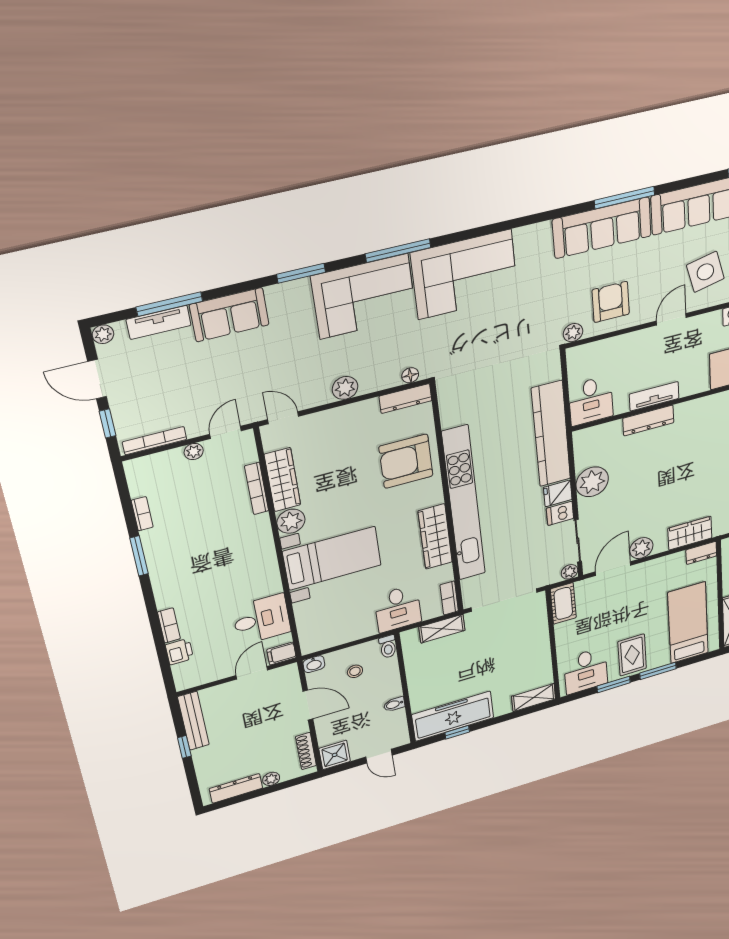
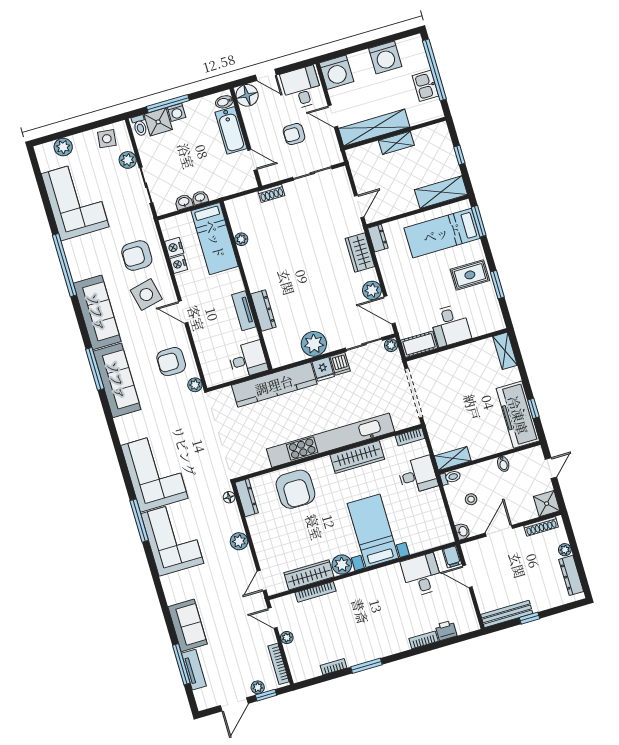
window: (301, 273) -> (157, 583), removed
plant: (103, 334) -> (258, 687), moved
shelving: (442, 629) -> (453, 458), moved, turned 90
desk: (586, 671) -> (450, 325), moved, turned 90
window: (658, 671) -> (479, 221), moved

